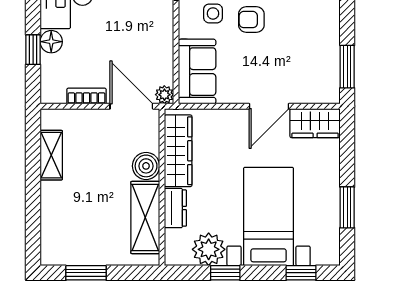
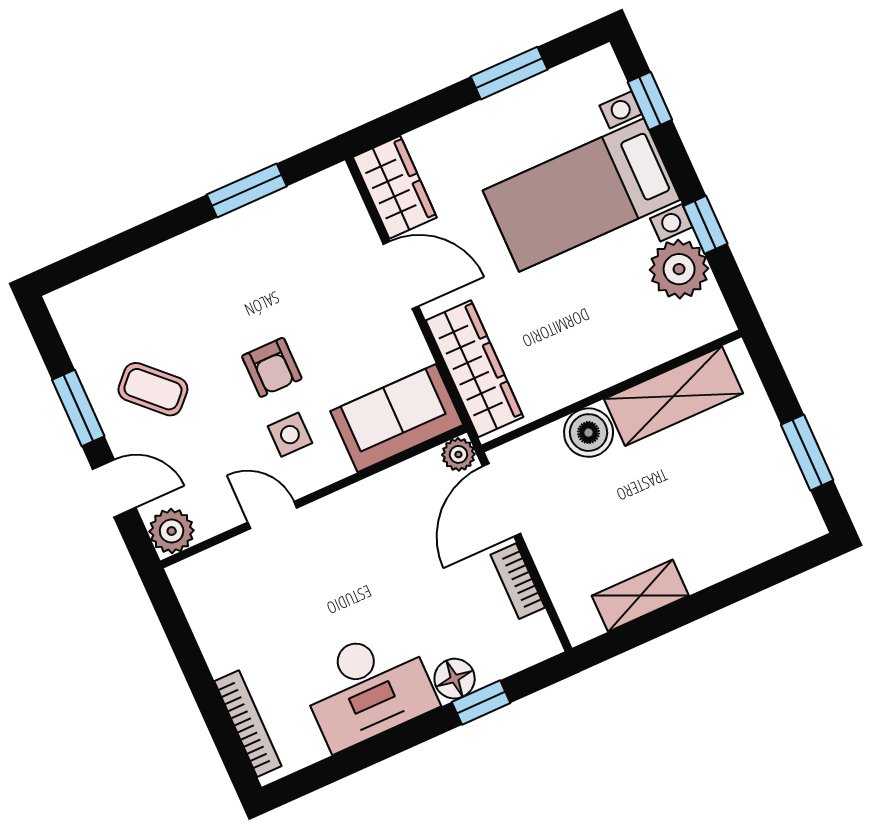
window: (347, 67) -> (247, 190), moved
wardrobe: (178, 151) -> (475, 369), moved, turned 90
dresser: (175, 208) -> (636, 354), removed

